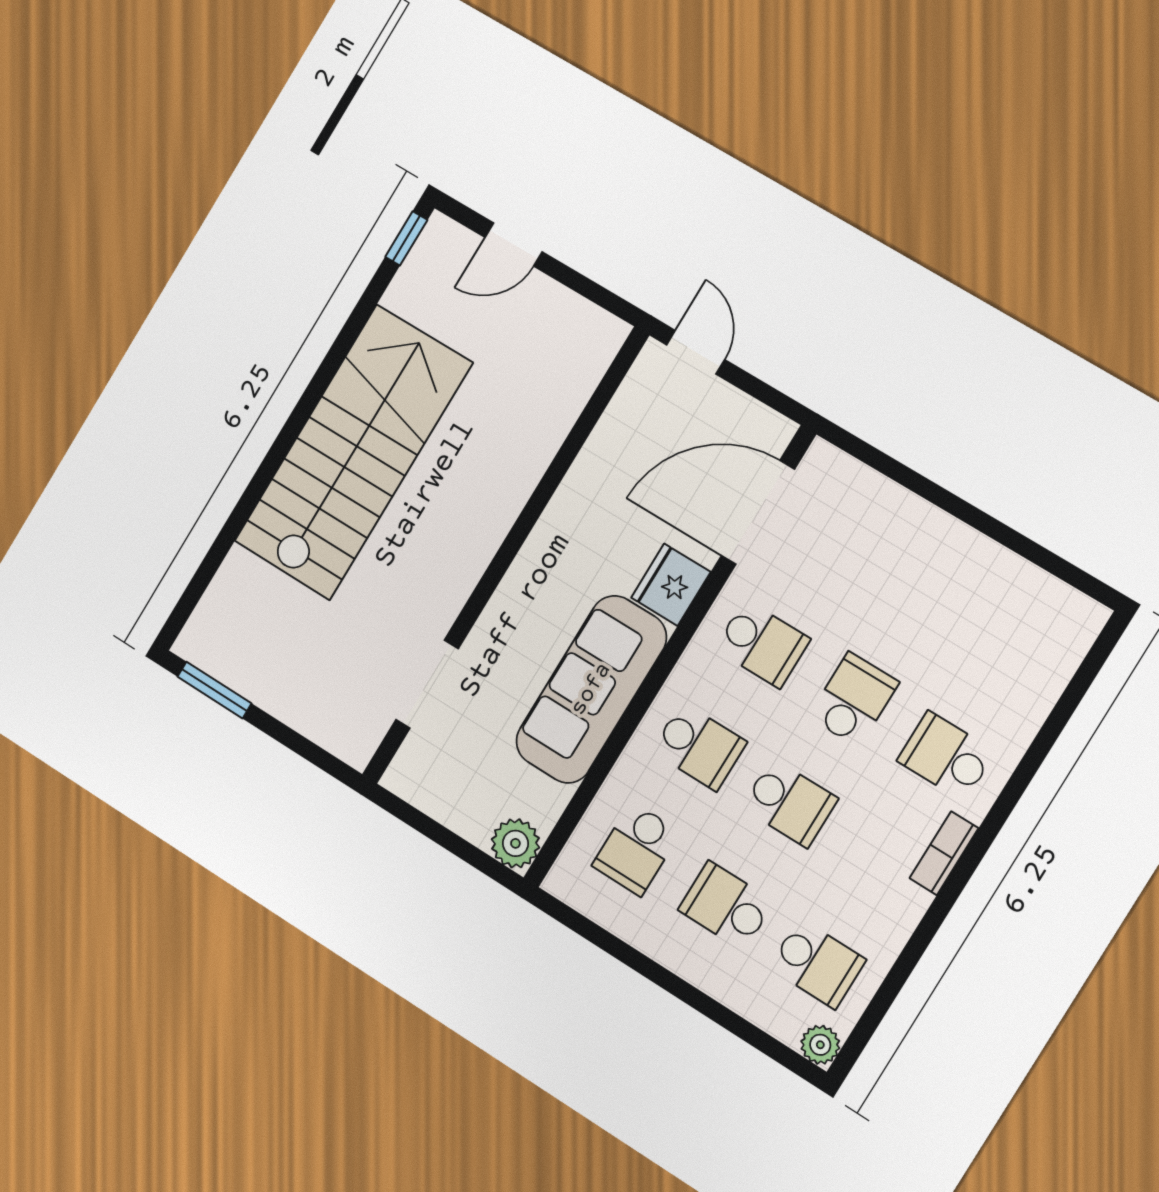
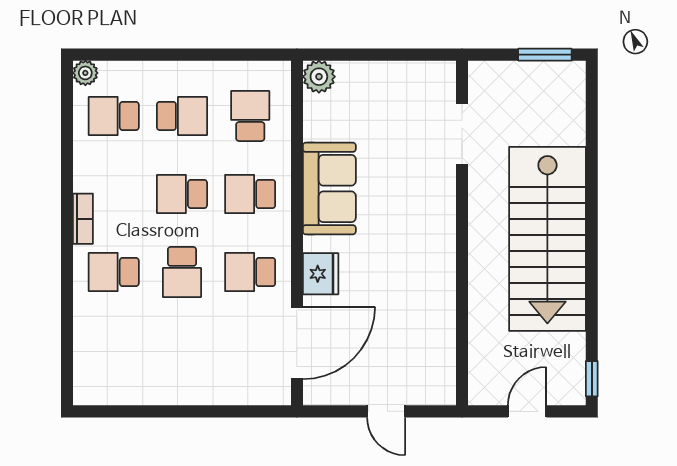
wall: (505, 556) -> (462, 233), moved
doorway: (427, 684) -> (462, 134), moved
sofa: (591, 689) -> (329, 188), width x0.73
school desk: (946, 756) -> (114, 272), turned 180

